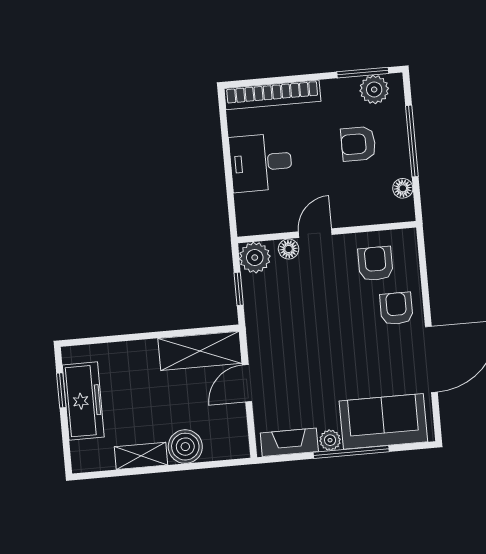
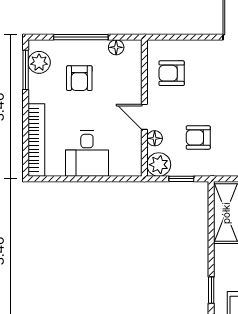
armchair: (396, 309) -> (198, 137), moved
window: (97, 340) -> (211, 290), added

